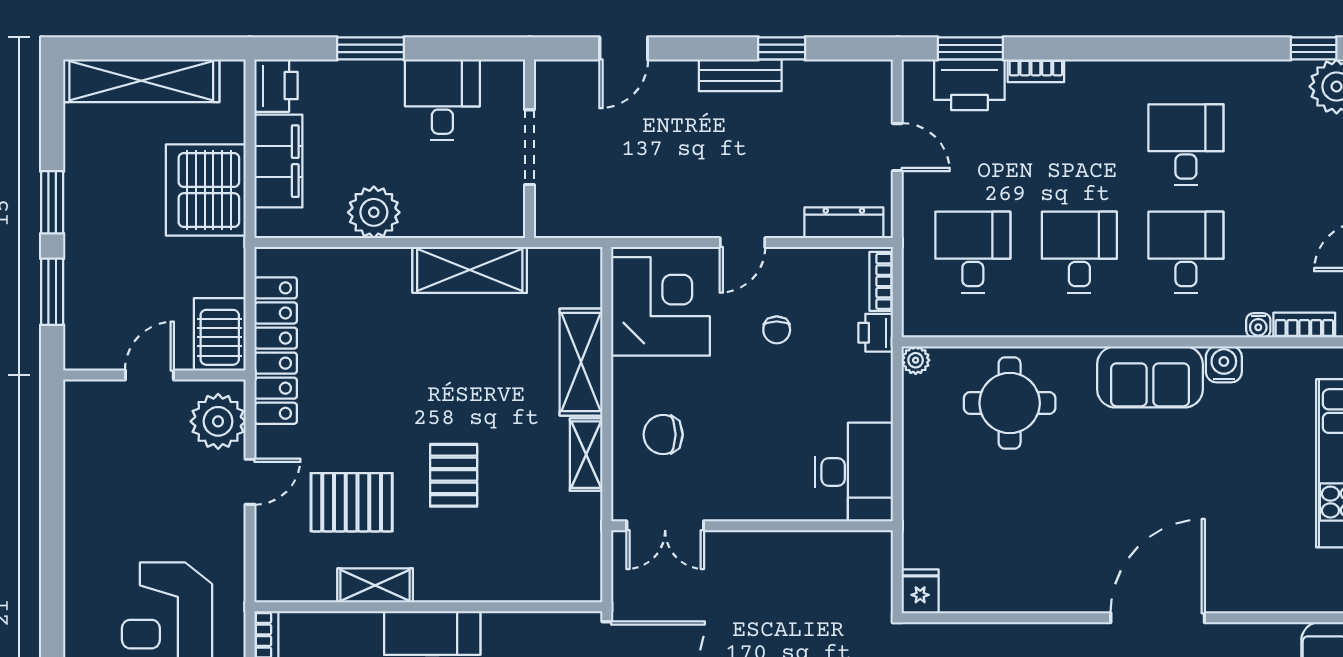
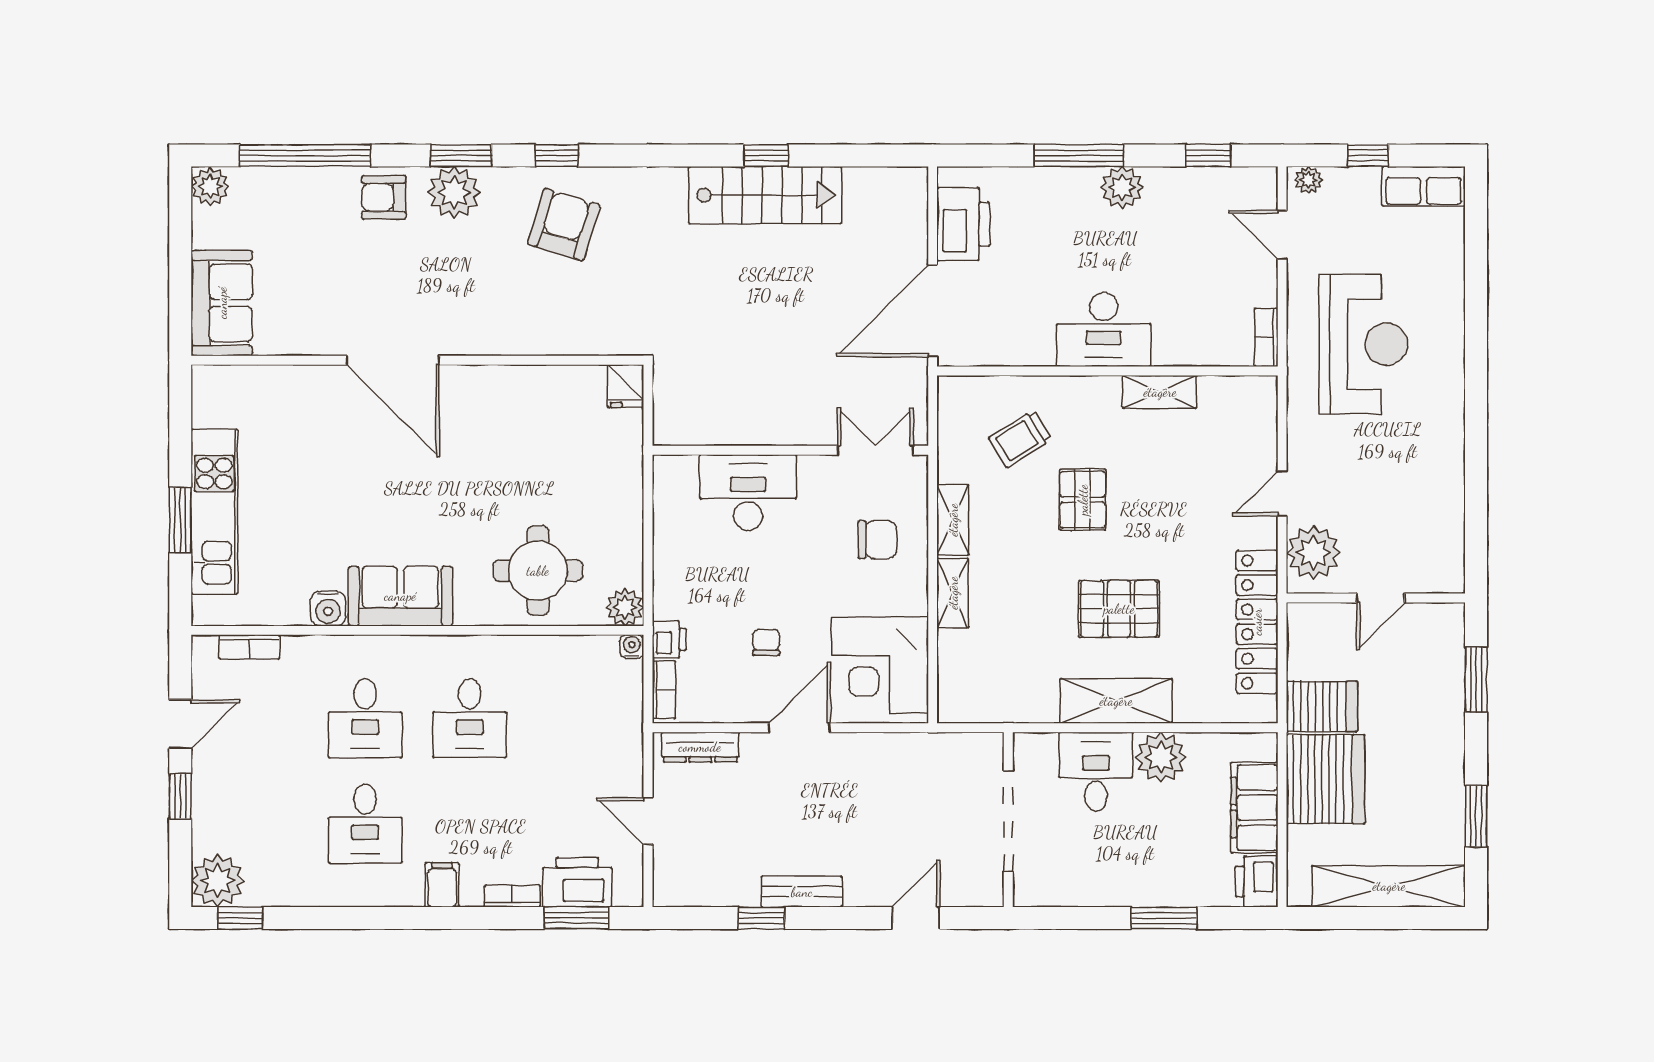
filing cabinet: (1108, 82) -> (442, 885), added
desk: (442, 100) -> (1096, 772), moved, turned 180
doorway: (529, 147) -> (1008, 821), width x1.36
window: (52, 202) -> (1476, 816), moved
door: (742, 243) -> (800, 728), width x1.38
desk: (973, 252) -> (574, 718), removed
shelving: (470, 270) -> (1116, 701), moved
water cooler: (1258, 325) -> (632, 647), moved
server rack: (220, 334) -> (1322, 706), moved, turned -90
plant: (916, 360) -> (625, 607), width x1.38, depth x1.38
shelving: (581, 362) -> (953, 593), width x0.67, depth x0.75
desk: (854, 472) -> (748, 493), moved, turned 90
pallet: (352, 502) -> (1119, 609), moved
trolley: (517, 537) -> (1020, 439), added
door: (1158, 618) -> (393, 360), hinge flipped

